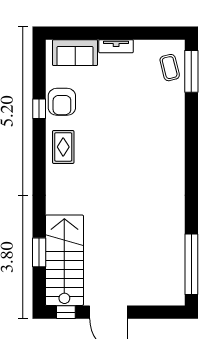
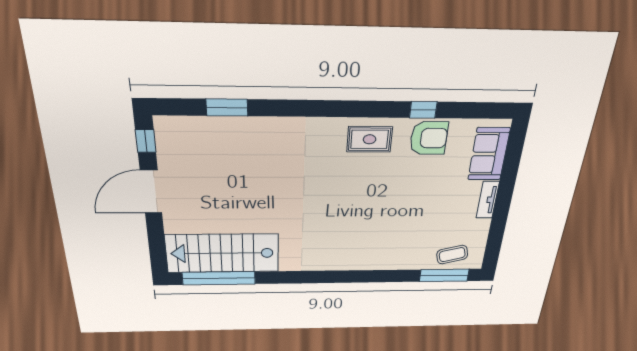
armchair: (62, 102) -> (429, 138), turned 180
stairs: (64, 260) -> (223, 253), moved, turned 180

